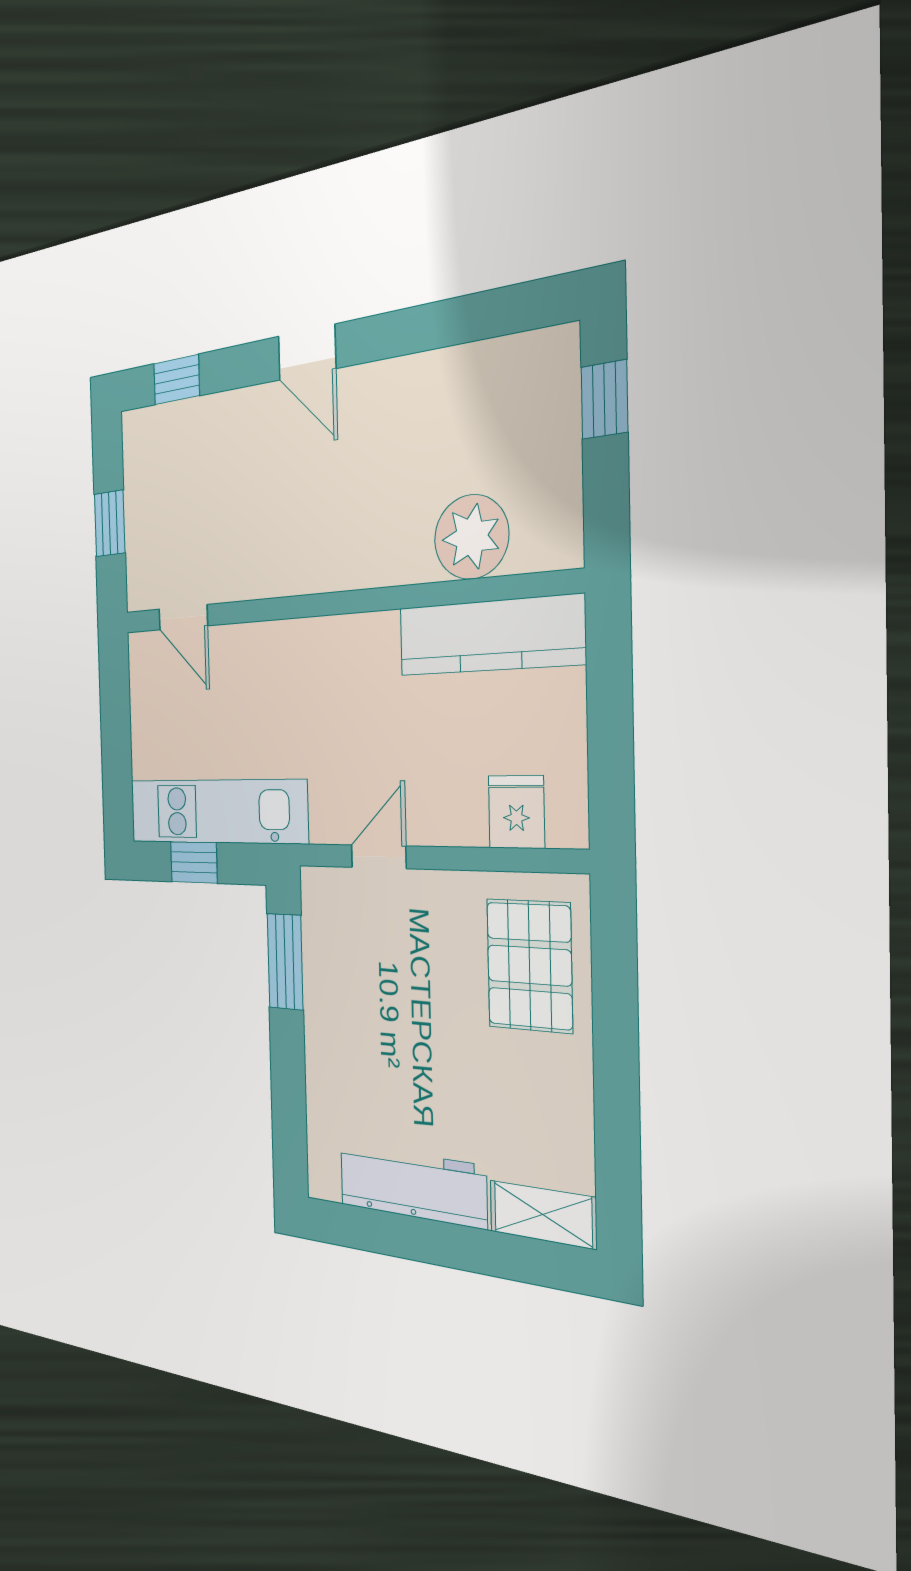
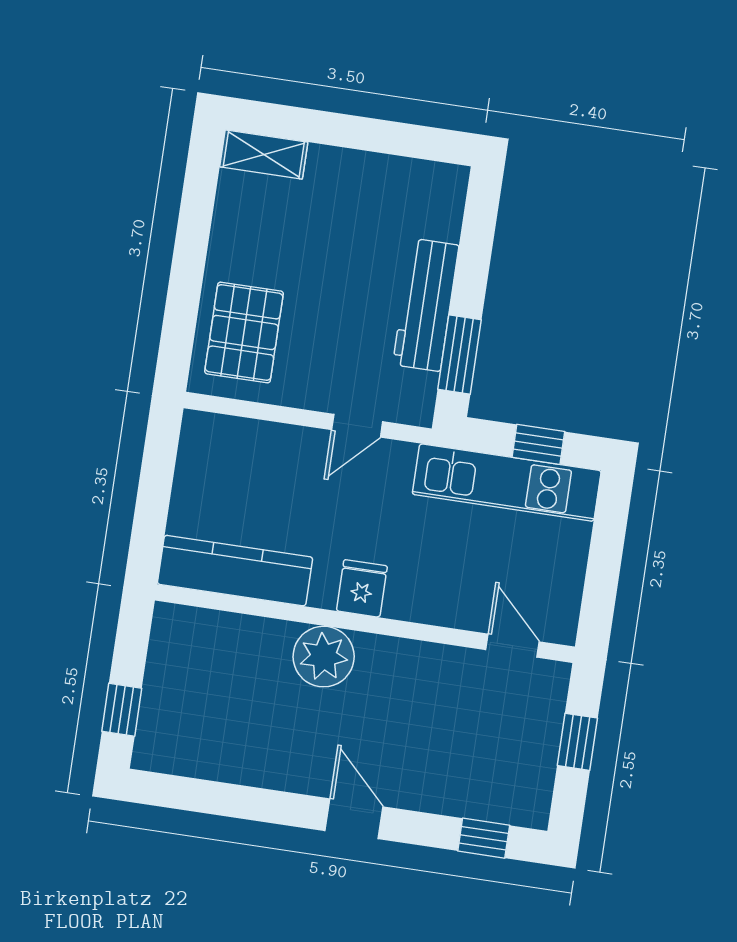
plant: (471, 537) -> (324, 657), moved
fridge: (516, 812) -> (362, 588), moved, turned 180
workbench: (412, 1185) -> (426, 305), moved, turned 90

